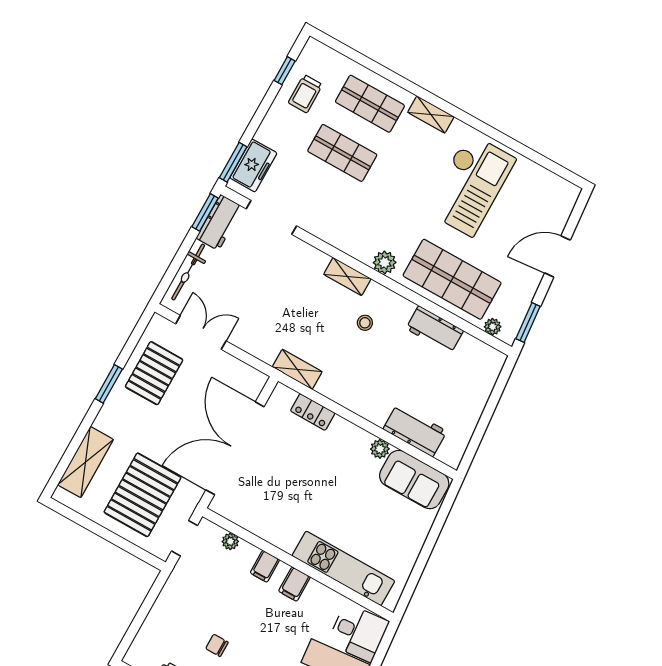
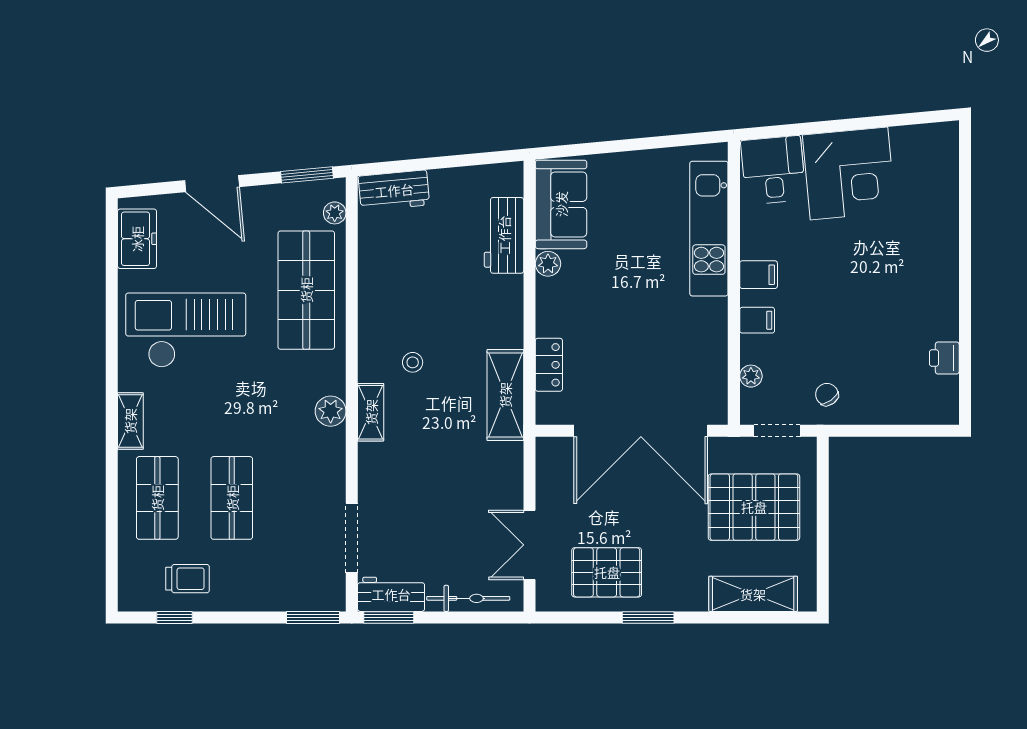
freezer: (253, 165) -> (137, 239), moved, turned 90
plant: (385, 263) -> (331, 411), moved
workbench: (435, 330) -> (394, 190), moved, turned 85
shelving: (297, 369) -> (505, 395), width x1.50, depth x1.33
chair: (217, 645) -> (827, 394), moved, turned 144

